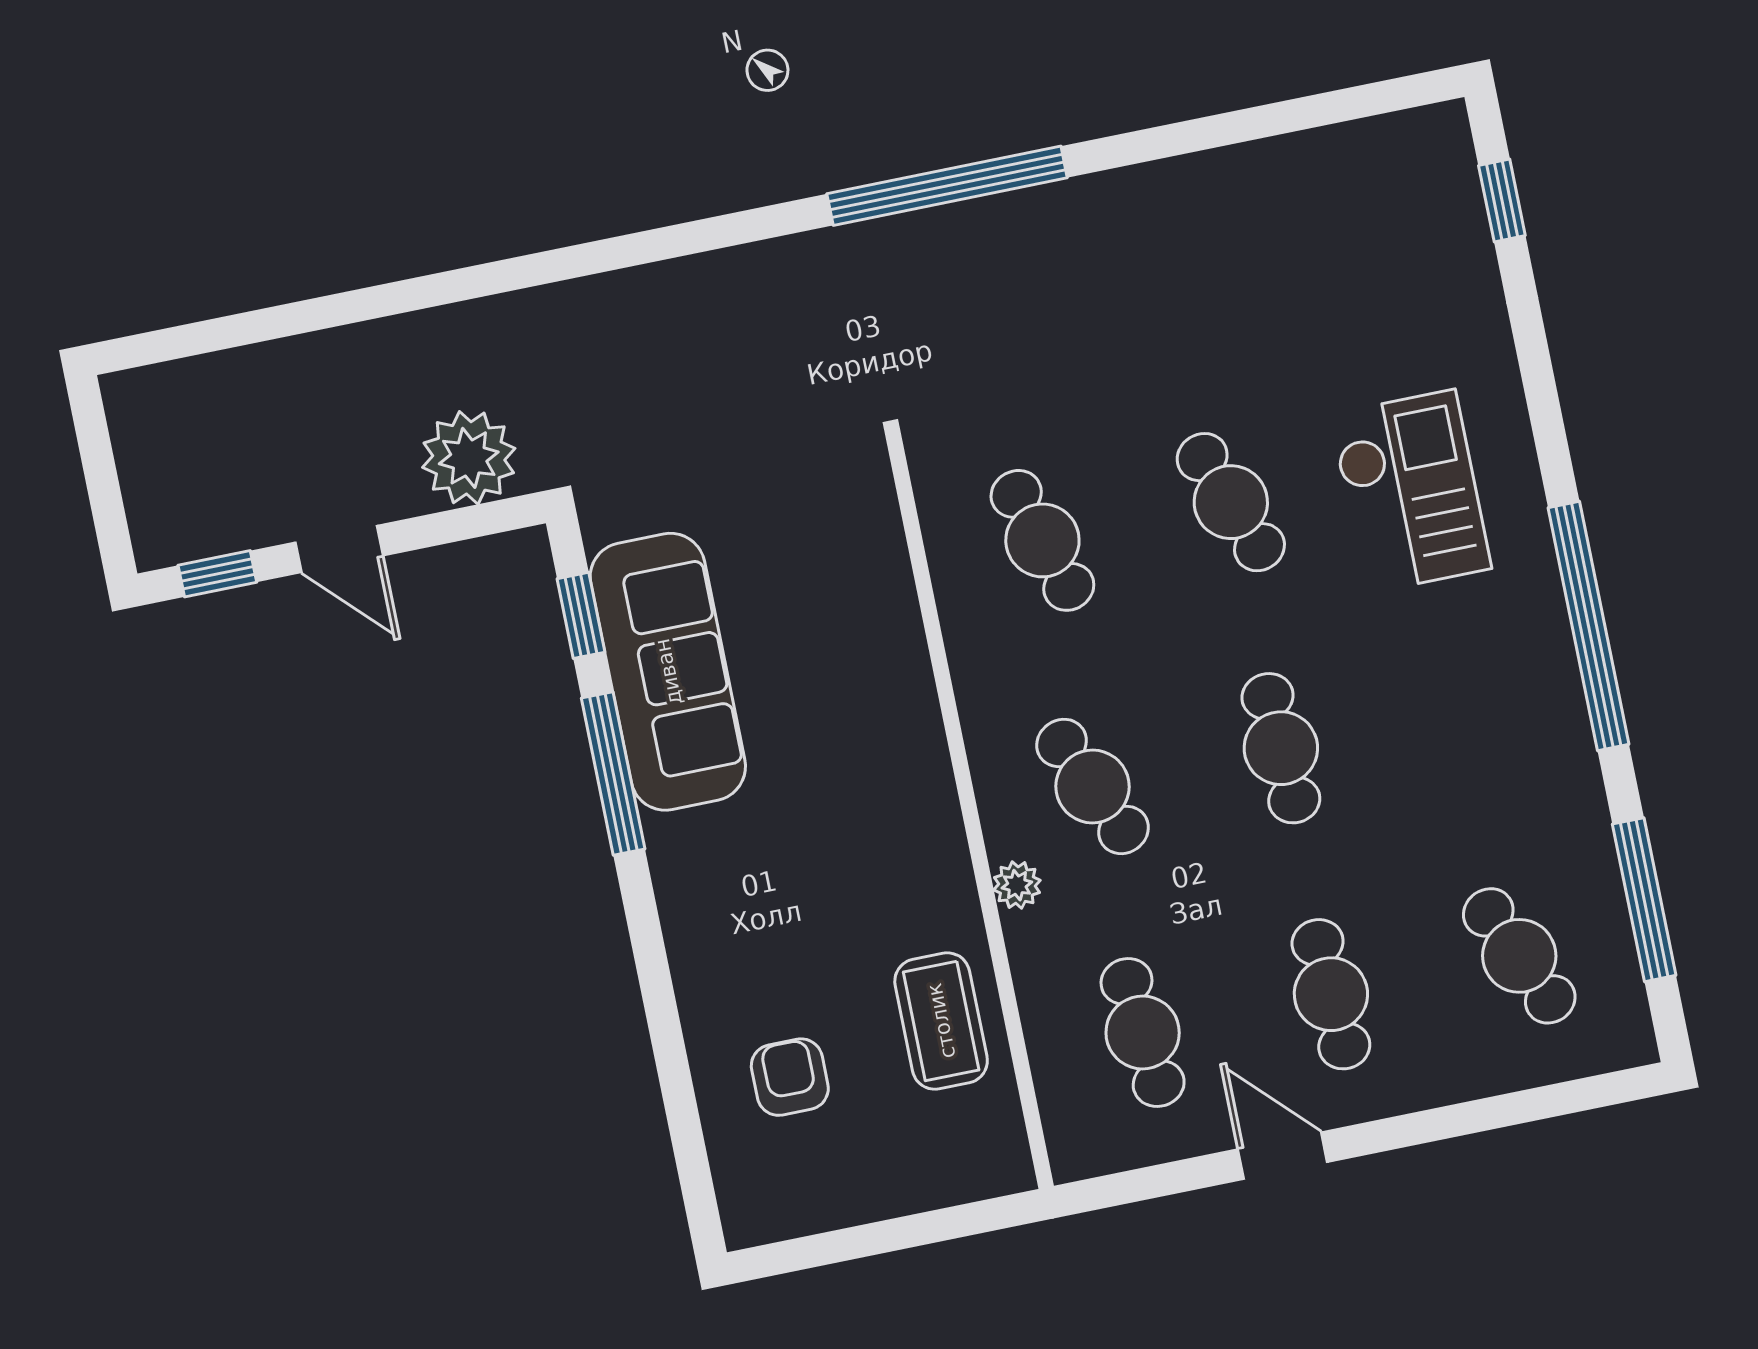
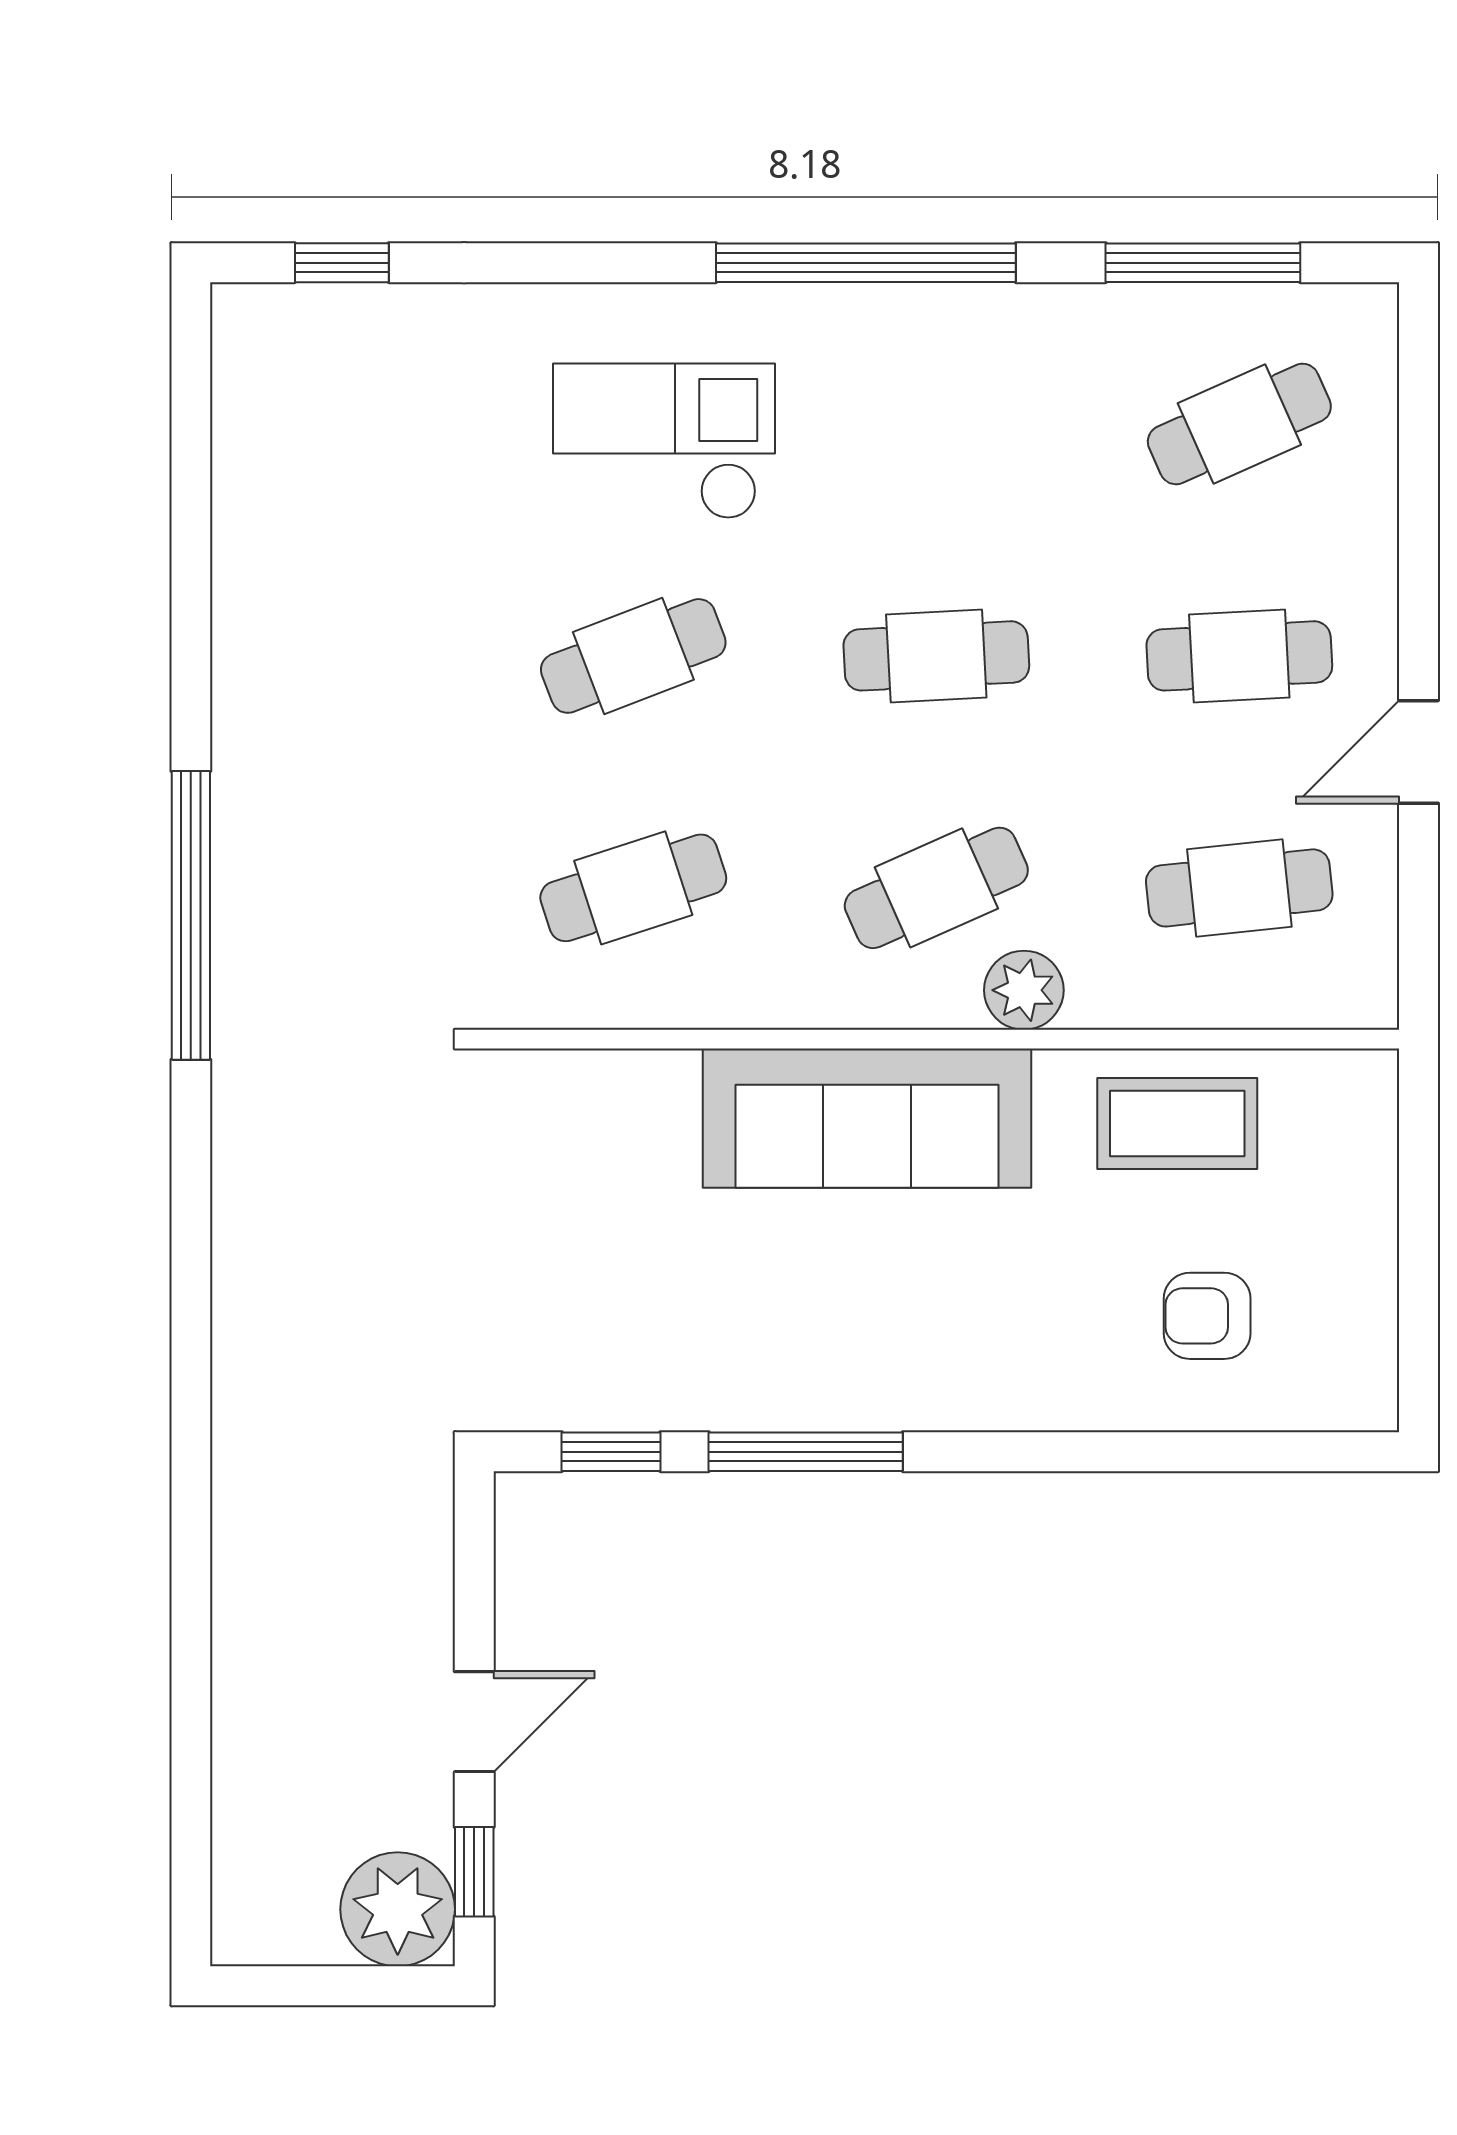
plant: (469, 458) -> (398, 1909), moved
sofa: (668, 672) -> (867, 1118), moved, turned 180
plant: (1017, 885) -> (1024, 990), width x1.38, depth x1.38

